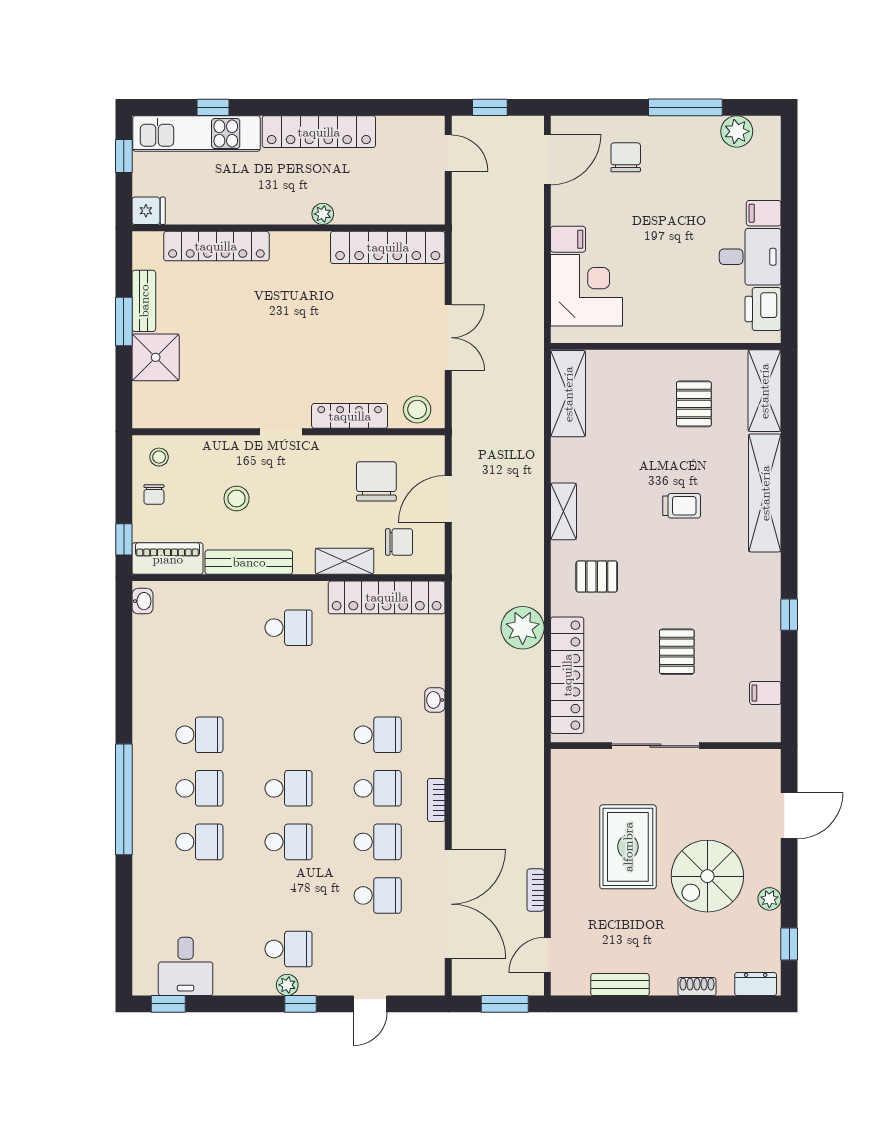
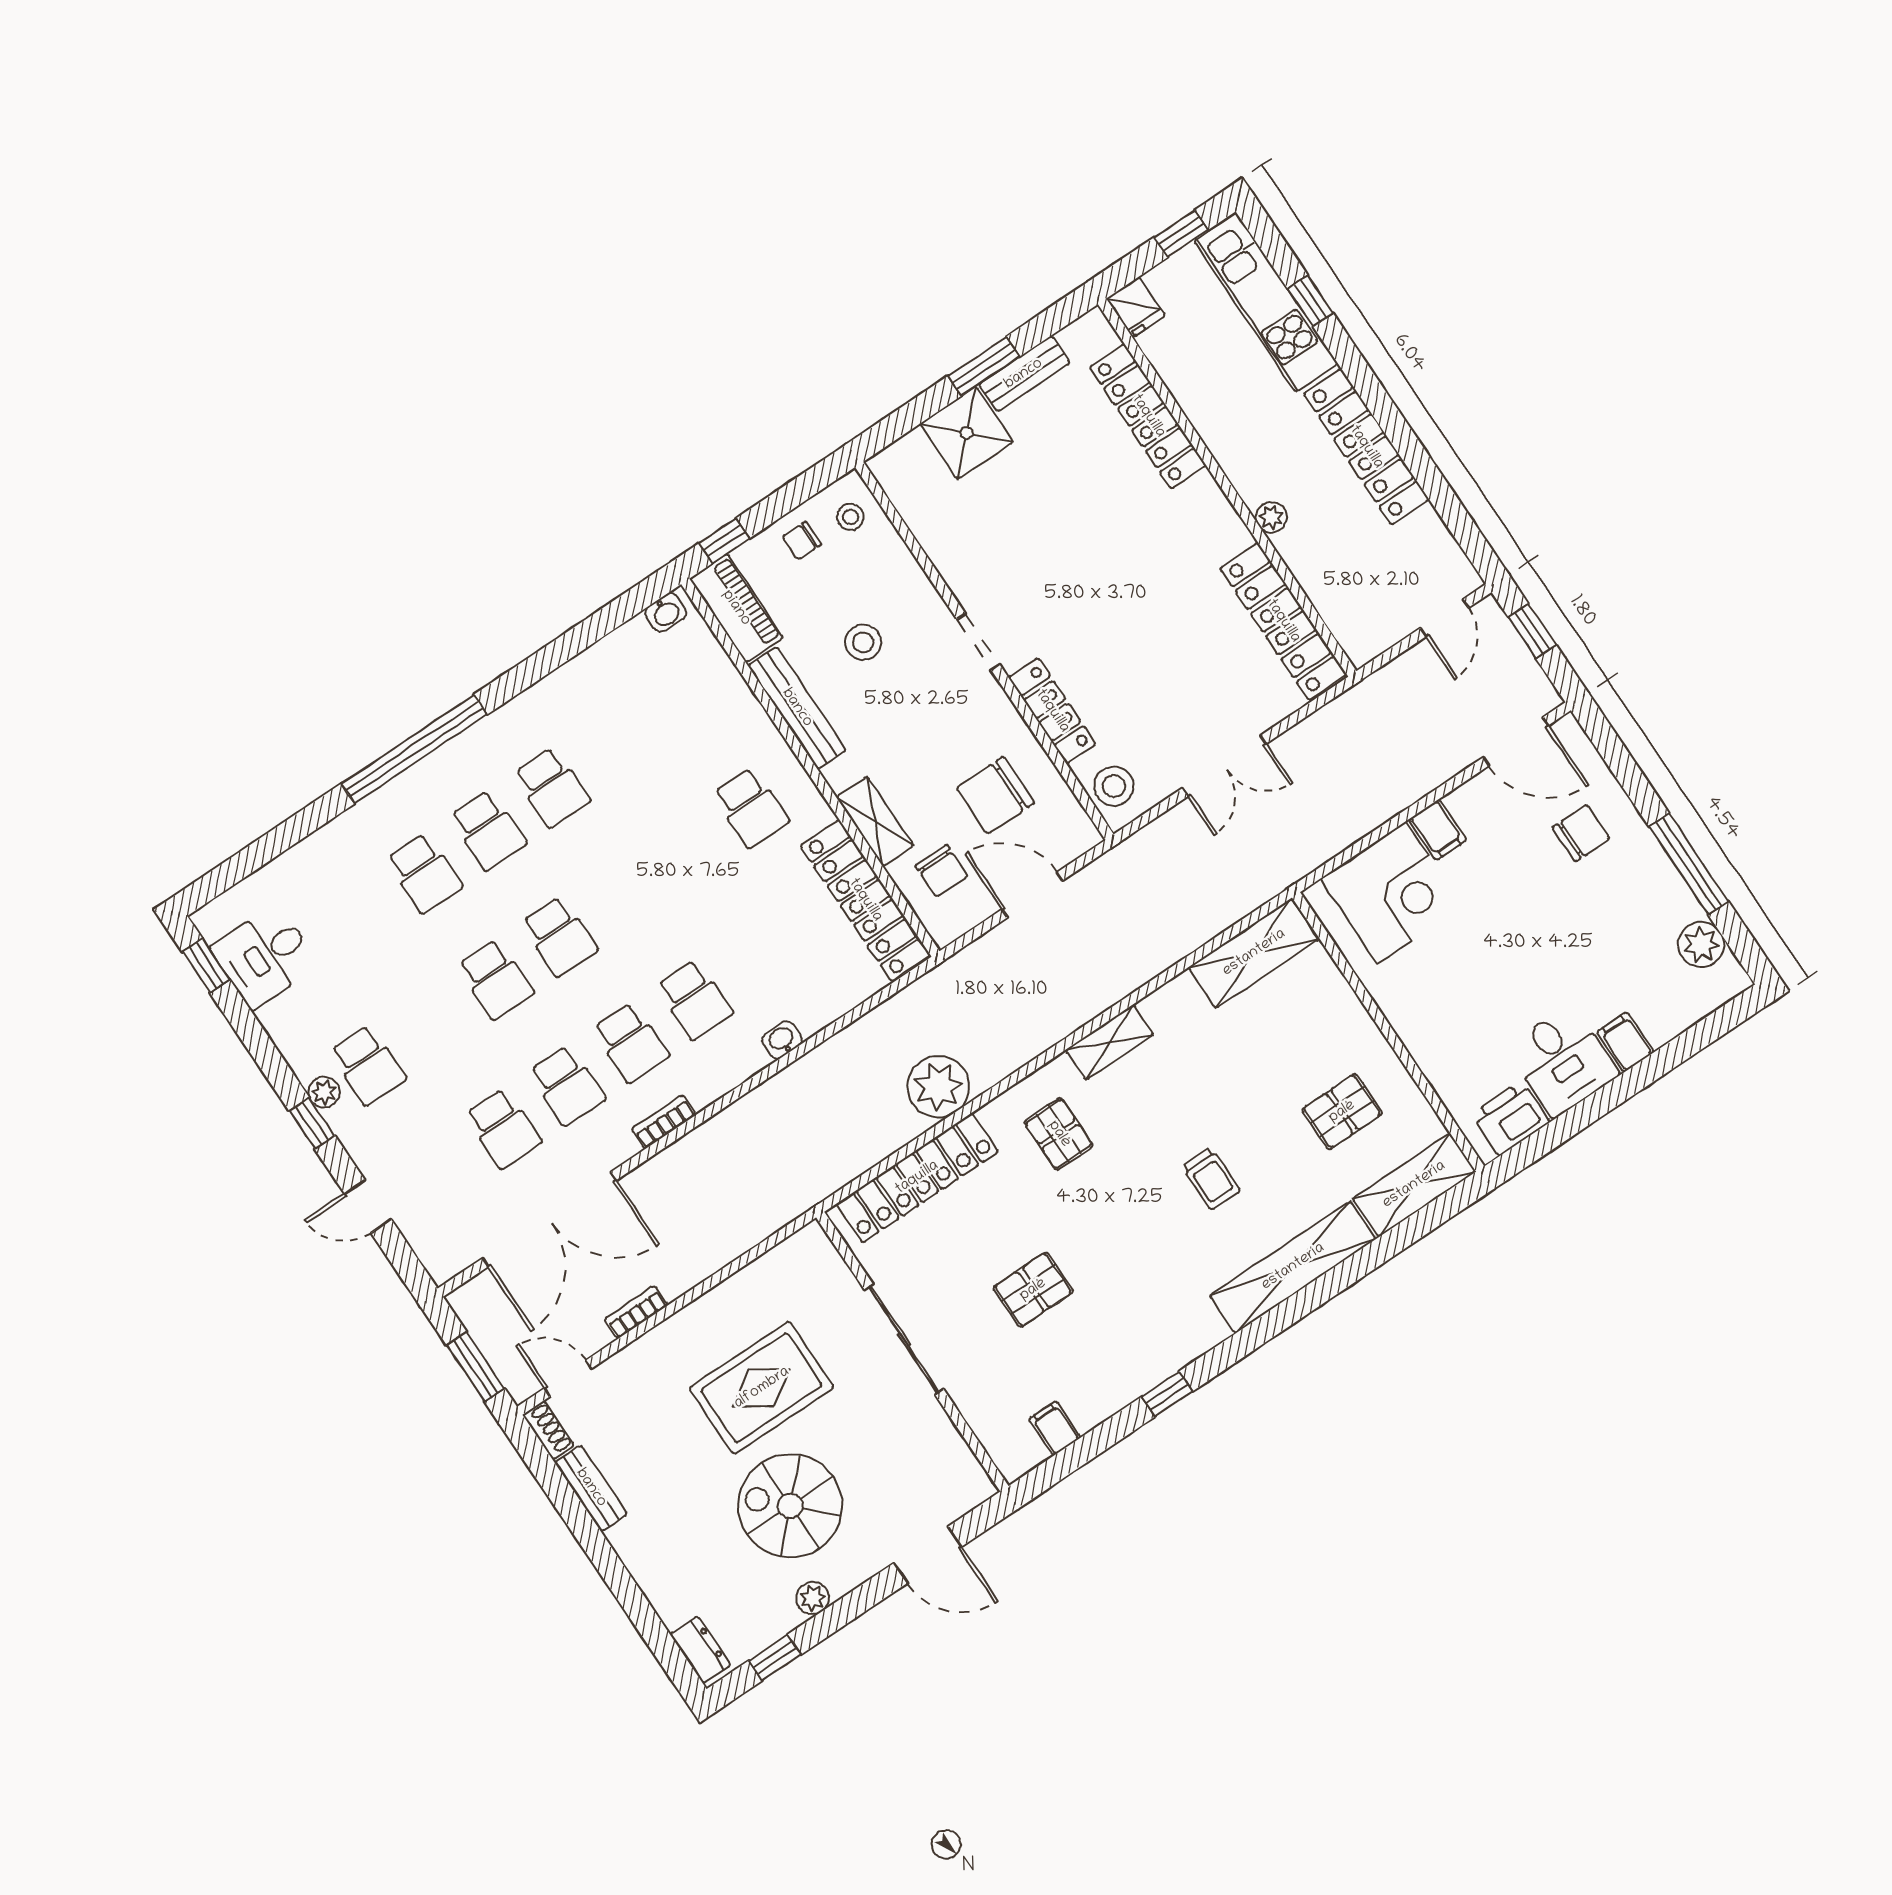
chair: (376, 481) -> (995, 795), turned 180
shoe rack: (697, 986) -> (548, 1430), moved

